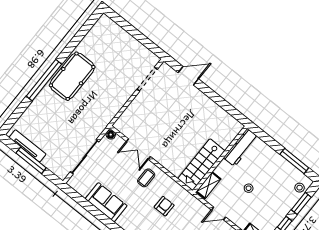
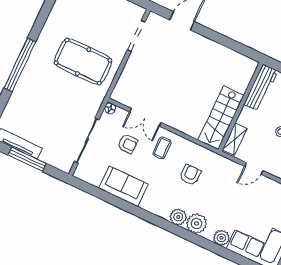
pool table: (72, 76) -> (83, 62), moved, turned 90
armchair: (118, 168) -> (128, 144), added

